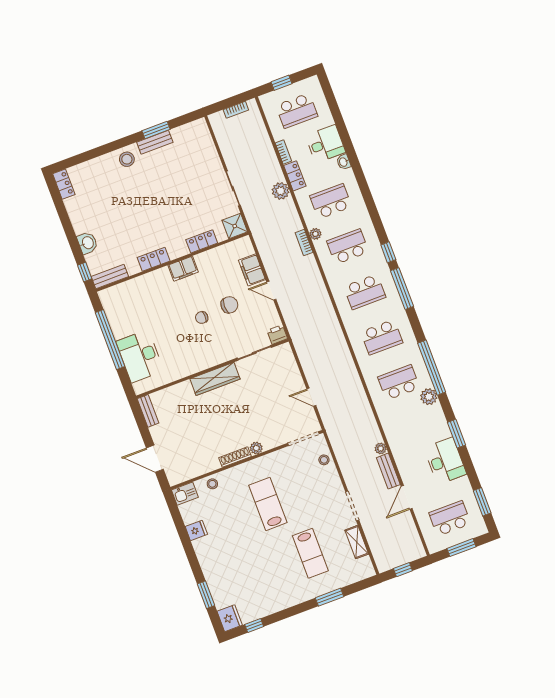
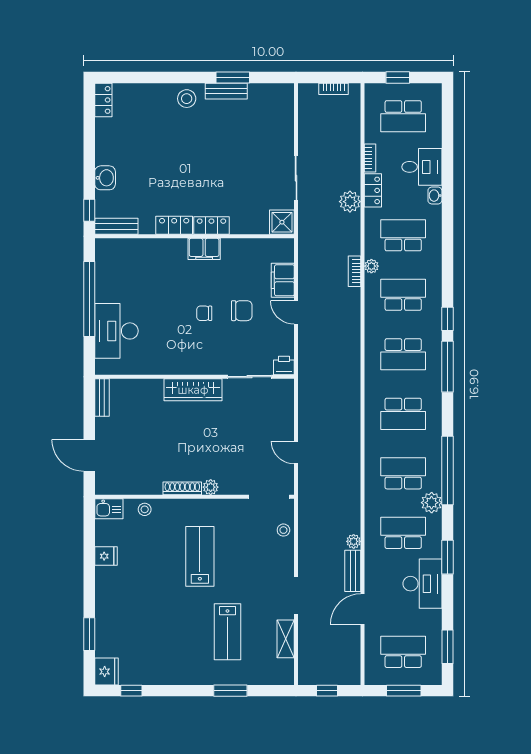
locker: (202, 241) -> (211, 226), moved
school desk: (416, 428) -> (403, 533), added

